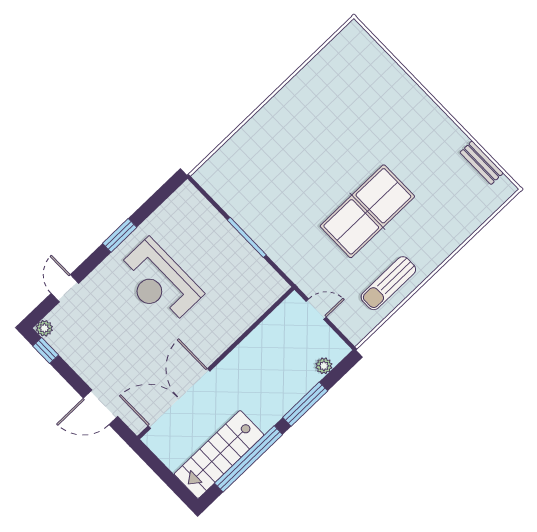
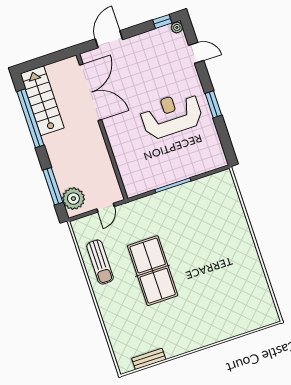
sun lounger: (388, 283) -> (100, 262), turned 180
plant: (324, 366) -> (73, 199), width x1.87, depth x1.87
window: (305, 404) -> (53, 186), moved

